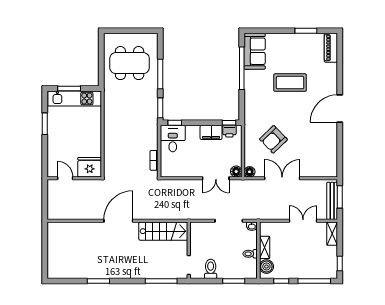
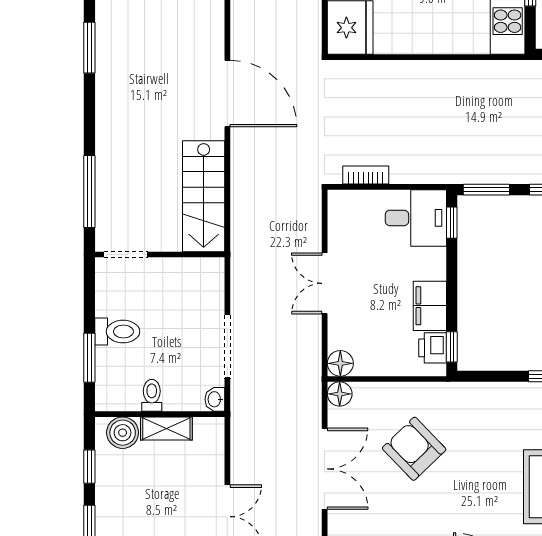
double door: (216, 178) -> (325, 283), moved
toilet: (211, 269) -> (117, 332), moved

